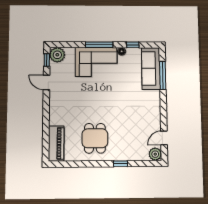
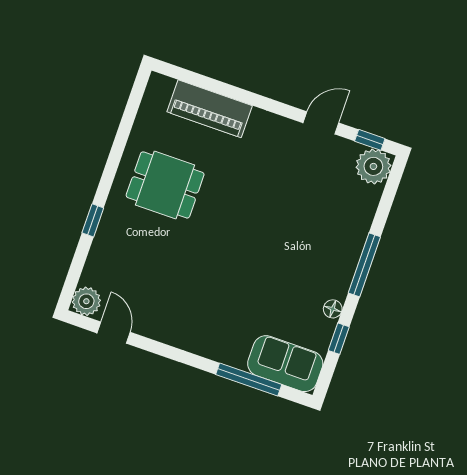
corner sofa: (96, 62) -> (329, 245), removed
sofa: (151, 68) -> (285, 364), width x0.73
piano: (56, 143) -> (210, 109), moved

